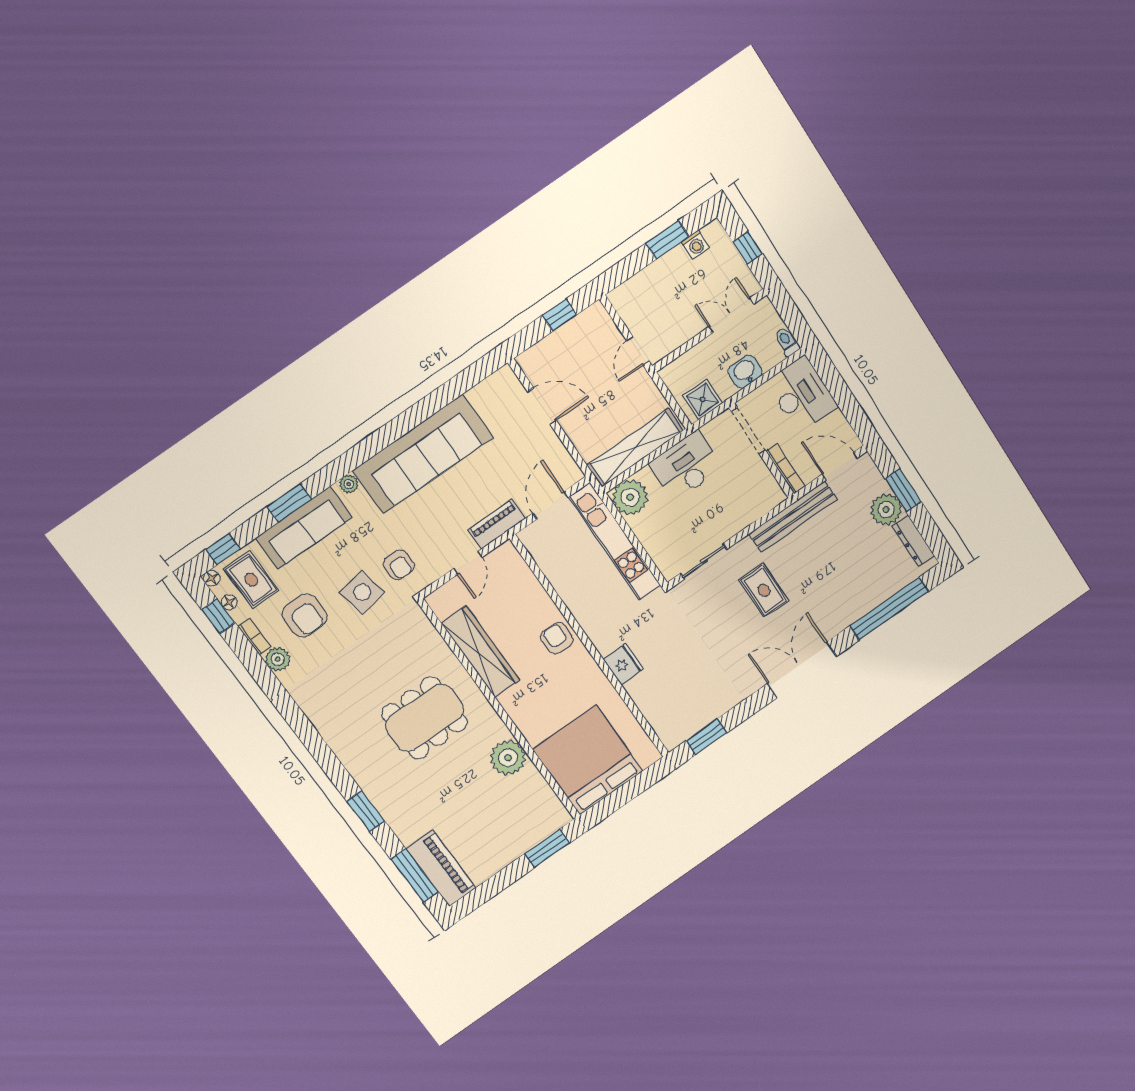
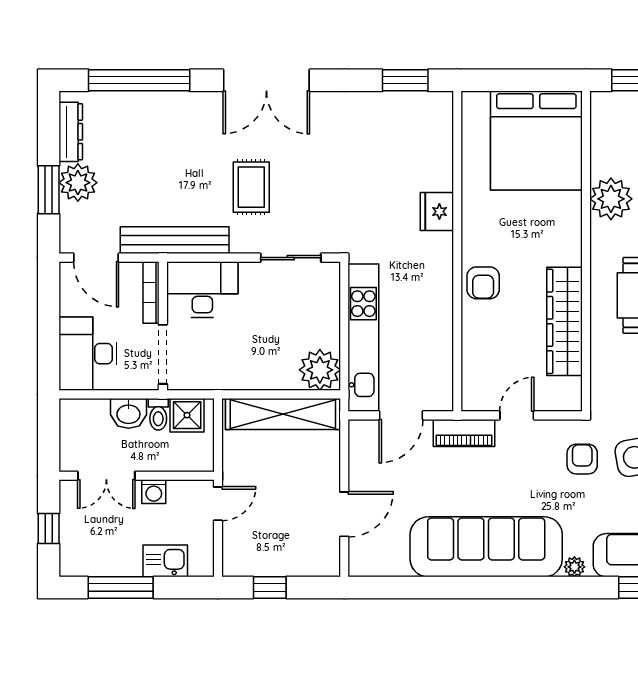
window: (667, 240) -> (121, 588), width x1.44
washing machine: (695, 245) -> (154, 492), moved, turned 180
kitchen sink: (648, 282) -> (165, 561), added
toilet: (787, 341) -> (158, 414), moved
door: (542, 406) -> (344, 514), swing flipped
desk: (686, 466) -> (202, 290), moved, turned 180

